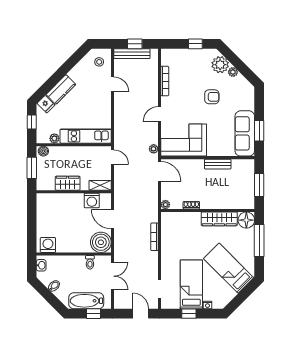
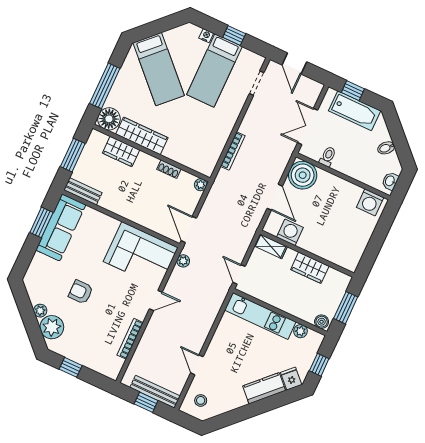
bench: (218, 164) -> (83, 191), moved
wardrobe: (228, 202) -> (121, 151), added

